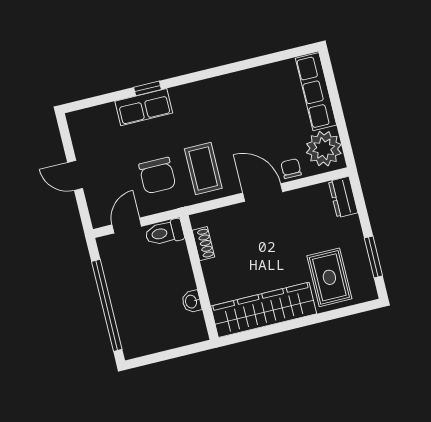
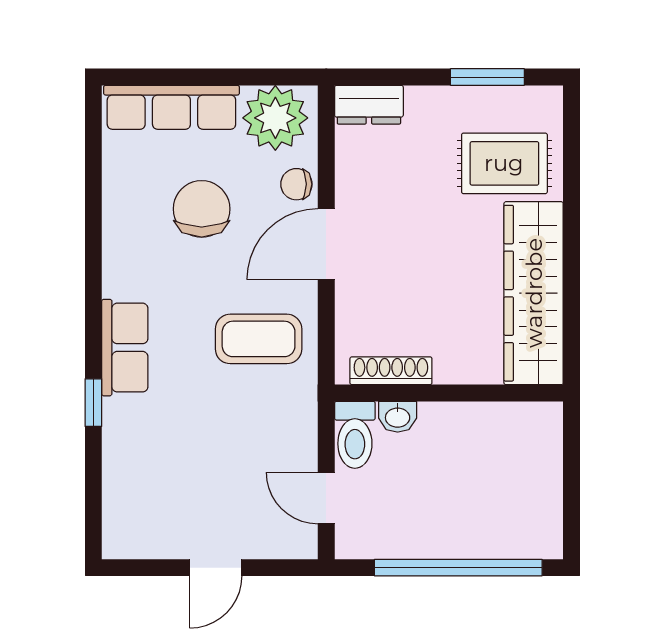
row of seats: (144, 107) -> (125, 348), moved
chair: (157, 175) -> (202, 209), moved, turned -90
shoe rack: (203, 244) -> (391, 371), width x1.43
washbasin: (192, 302) -> (398, 417), moved

